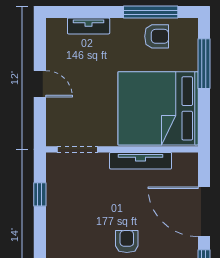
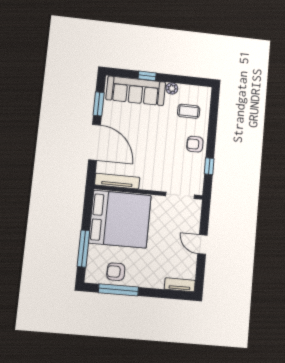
tv unit: (89, 26) -> (180, 285), moved
tv unit: (141, 161) -> (117, 181), moved
armchair: (127, 242) -> (195, 144), moved, turned 90

